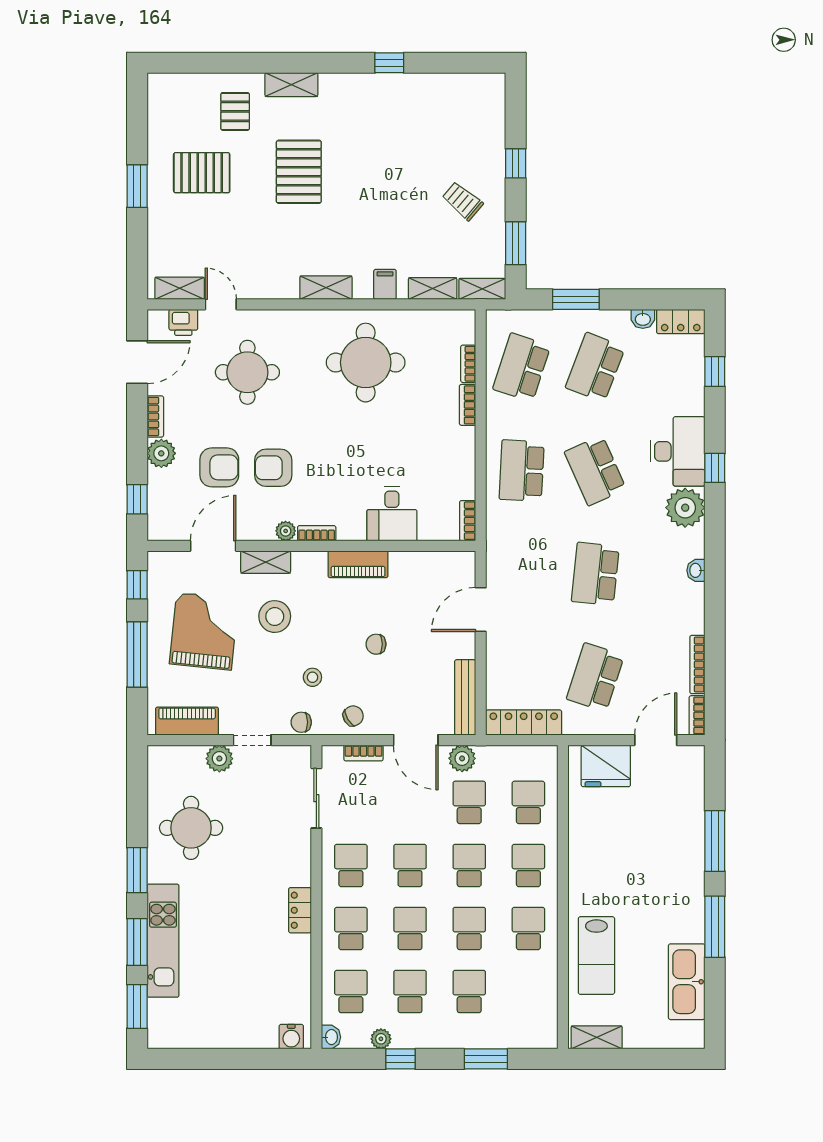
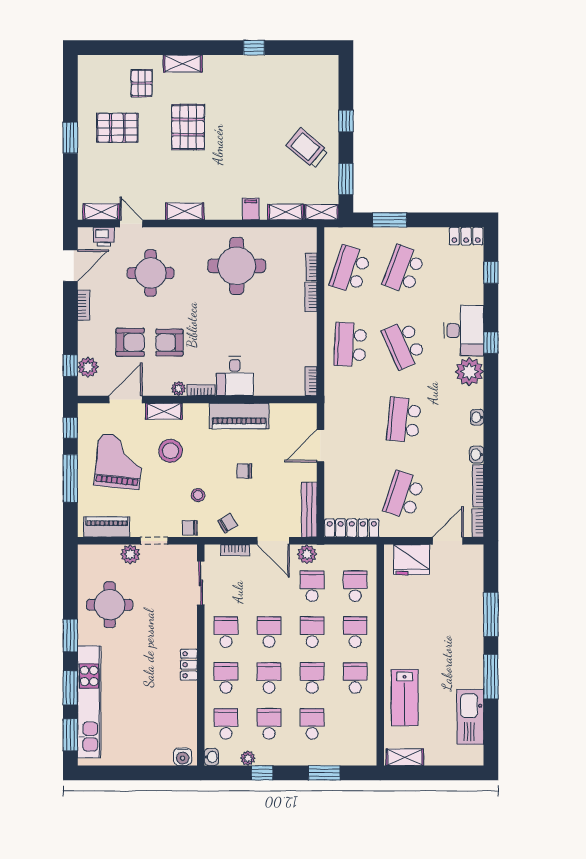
trolley: (463, 201) -> (307, 148), width x1.36, depth x1.39
shelving: (326, 288) -> (185, 211), moved
washbasin: (643, 319) -> (477, 455), moved, turned 90
plant: (161, 453) -> (88, 367), moved
desk: (392, 514) -> (235, 376), moved
piano: (358, 564) -> (239, 416), width x1.37, depth x1.33
kitchen unit: (163, 941) -> (89, 702), width x1.36

